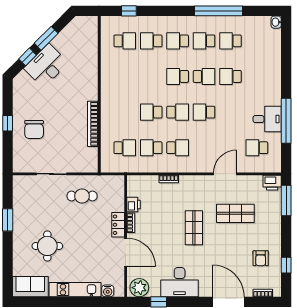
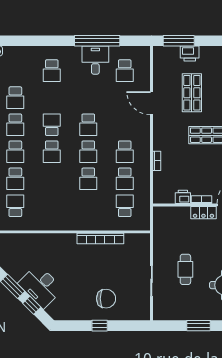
school desk: (230, 76) -> (52, 71), moved
school desk: (178, 112) -> (88, 152), turned 180
school desk: (178, 148) -> (125, 152), turned 180
printer: (272, 183) -> (190, 53), moved, turned 90
cafe table: (82, 196) -> (185, 269), moved

